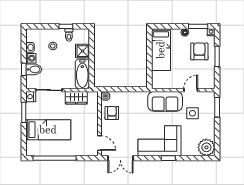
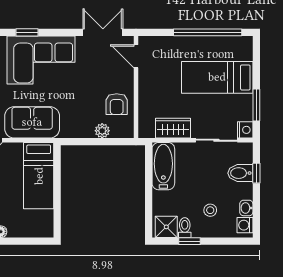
bed: (161, 50) -> (39, 176), moved, turned 180
shower: (83, 51) -> (166, 227), moved
washing machine: (31, 58) -> (245, 225), moved
plant: (106, 96) -> (102, 131), moved

